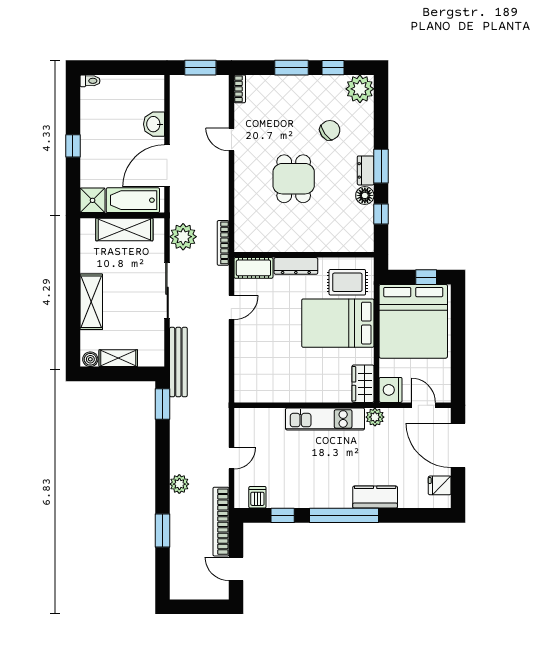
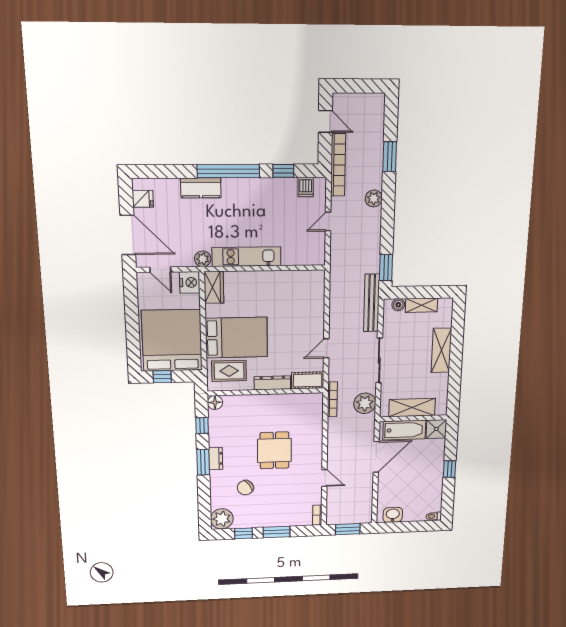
washbasin: (154, 124) -> (393, 515), moved, turned -90
floor lamp: (365, 195) -> (215, 402), moved
boiler: (90, 359) -> (398, 305), moved

